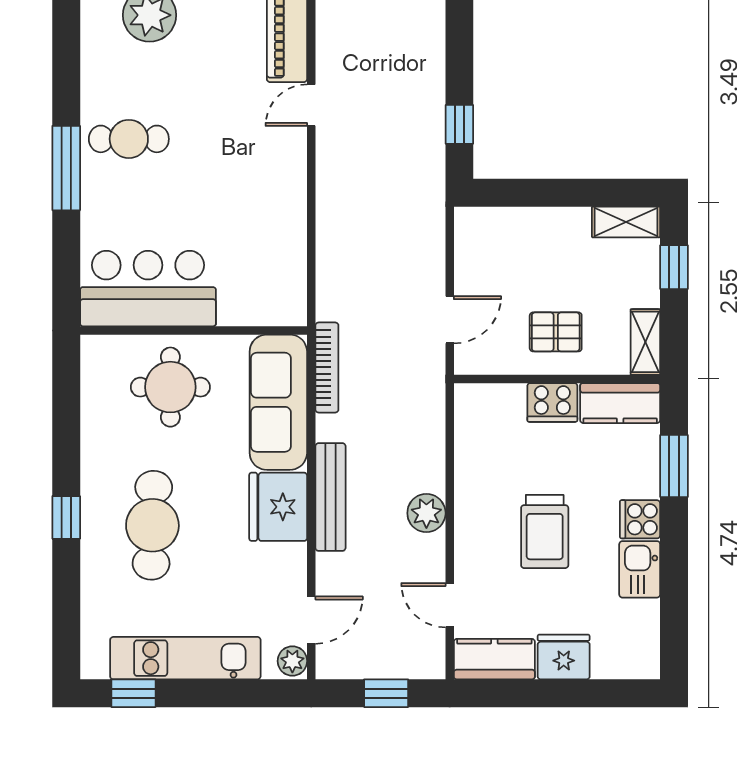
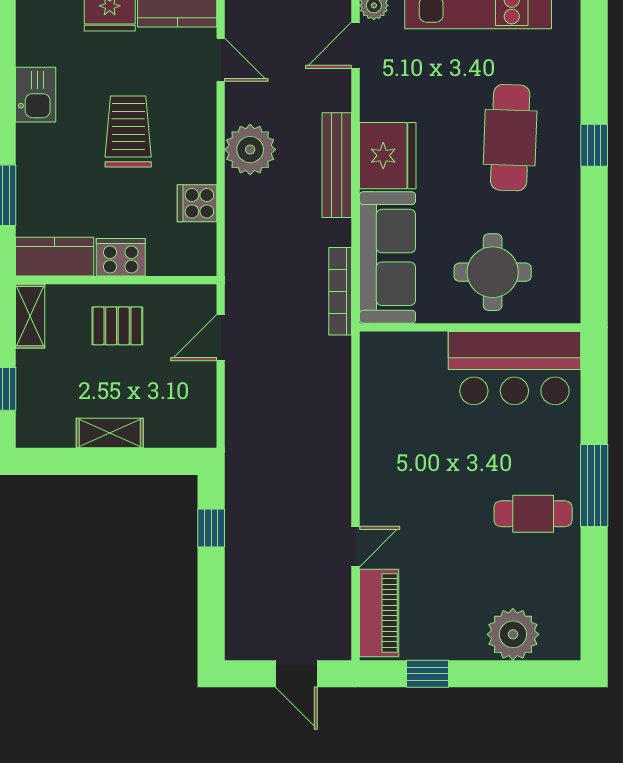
shelving: (626, 222) -> (110, 433), moved
plant: (426, 513) -> (250, 150), width x1.36, depth x1.36
cooker: (640, 519) -> (197, 203), moved, turned 180

